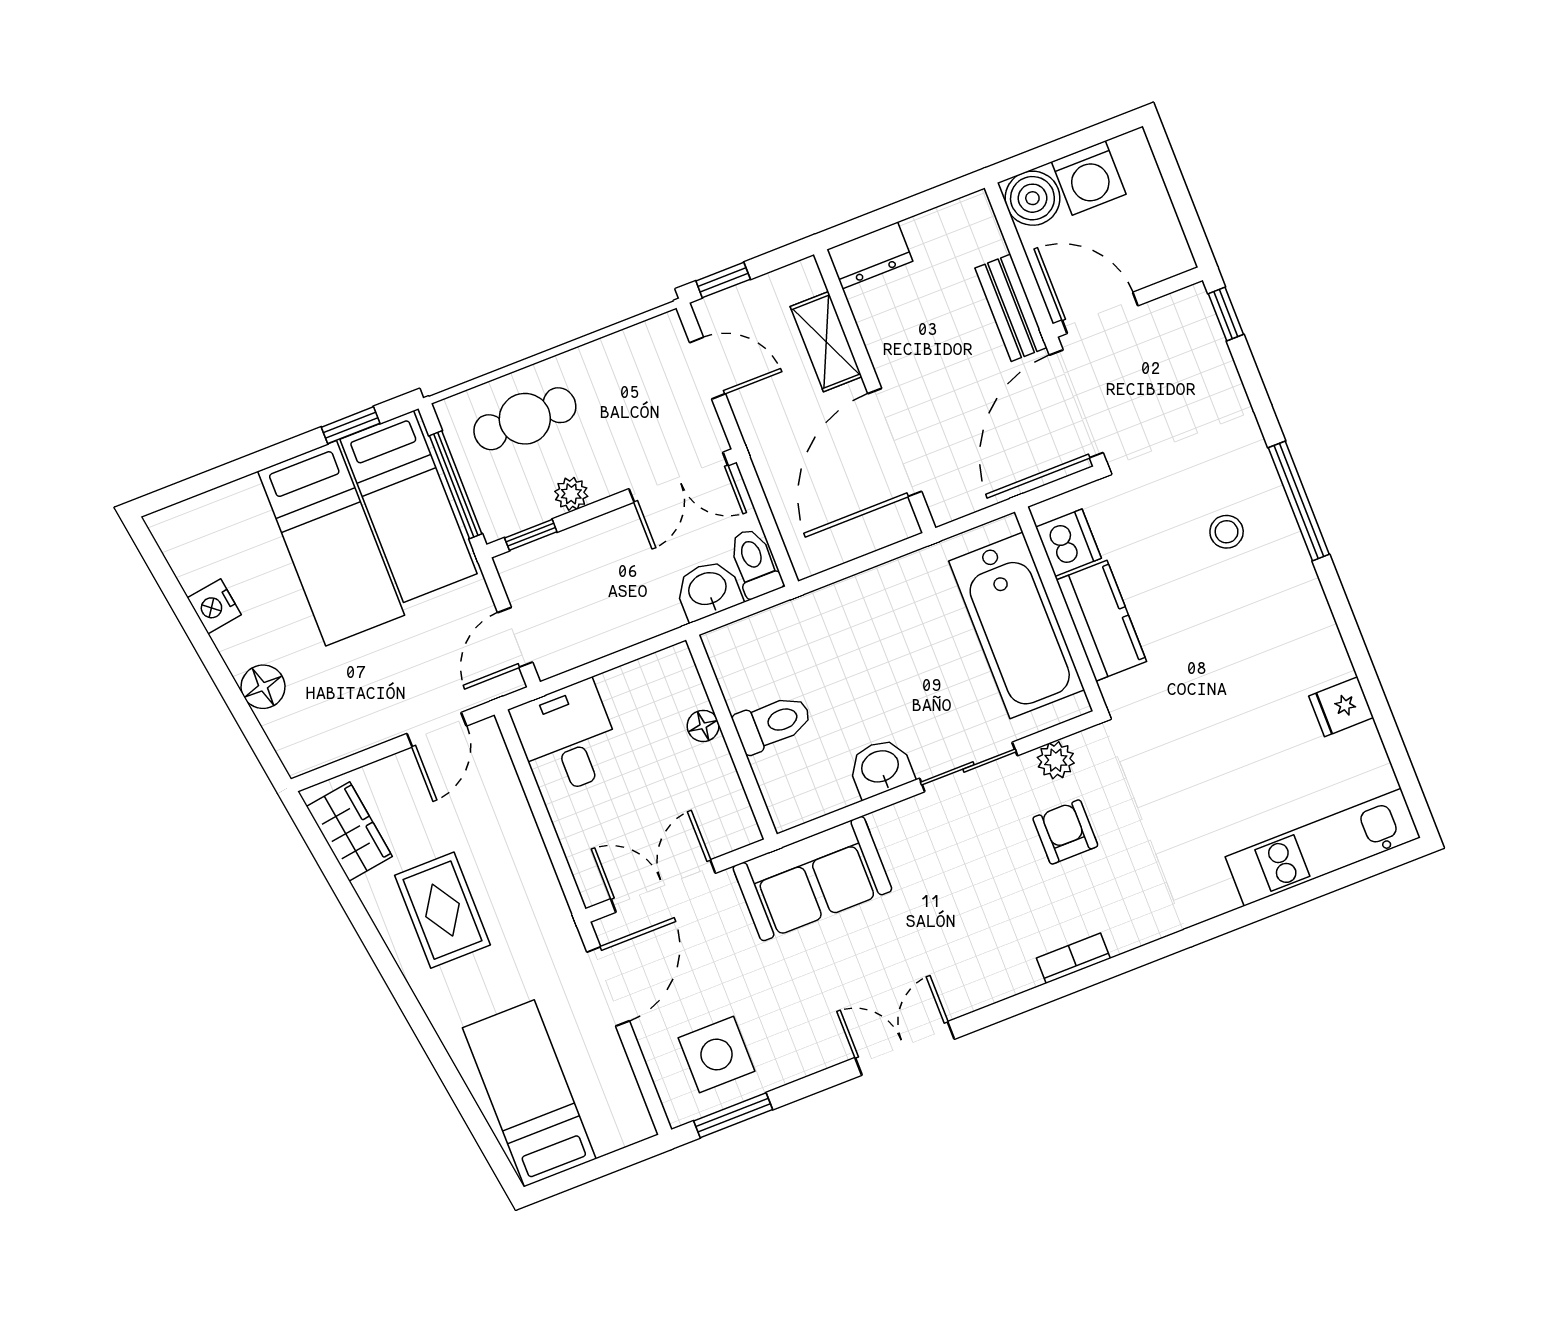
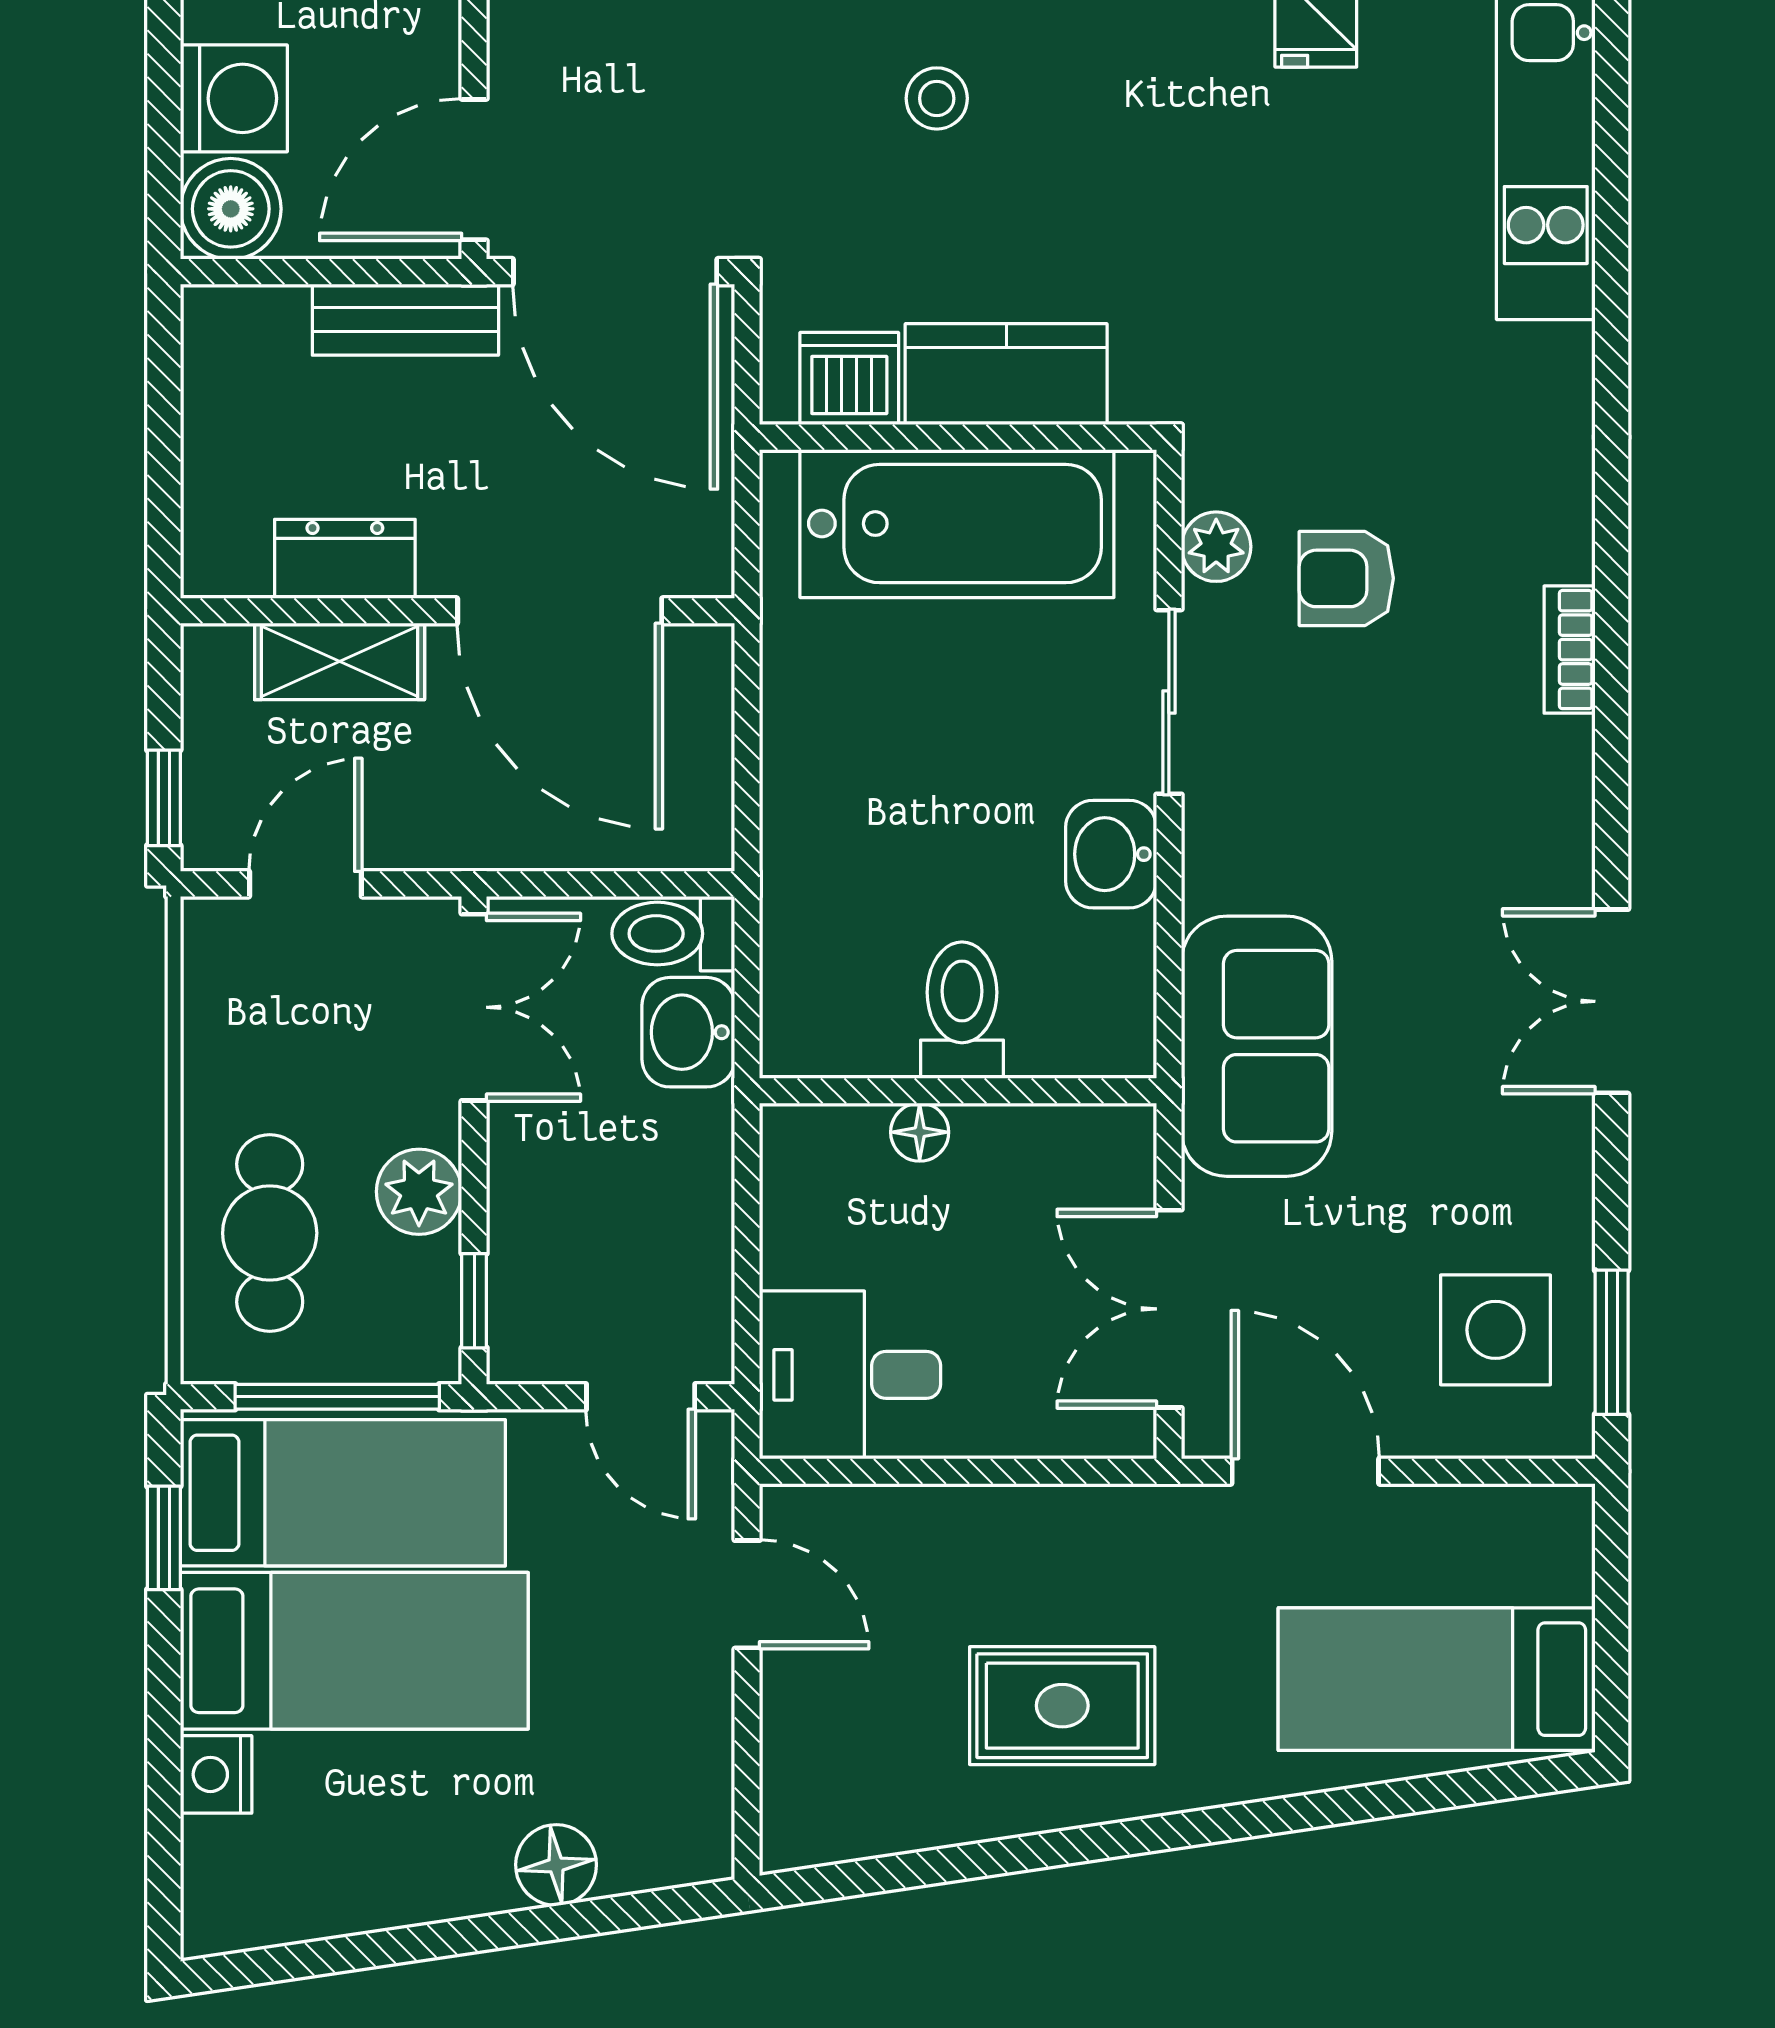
dresser: (870, 255) -> (345, 559), moved, turned -90
plant: (571, 494) -> (419, 1192), width x1.38, depth x1.38
nightstand: (214, 606) -> (216, 1774), moved, turned 98
wardrobe: (349, 832) -> (864, 1813), removed

